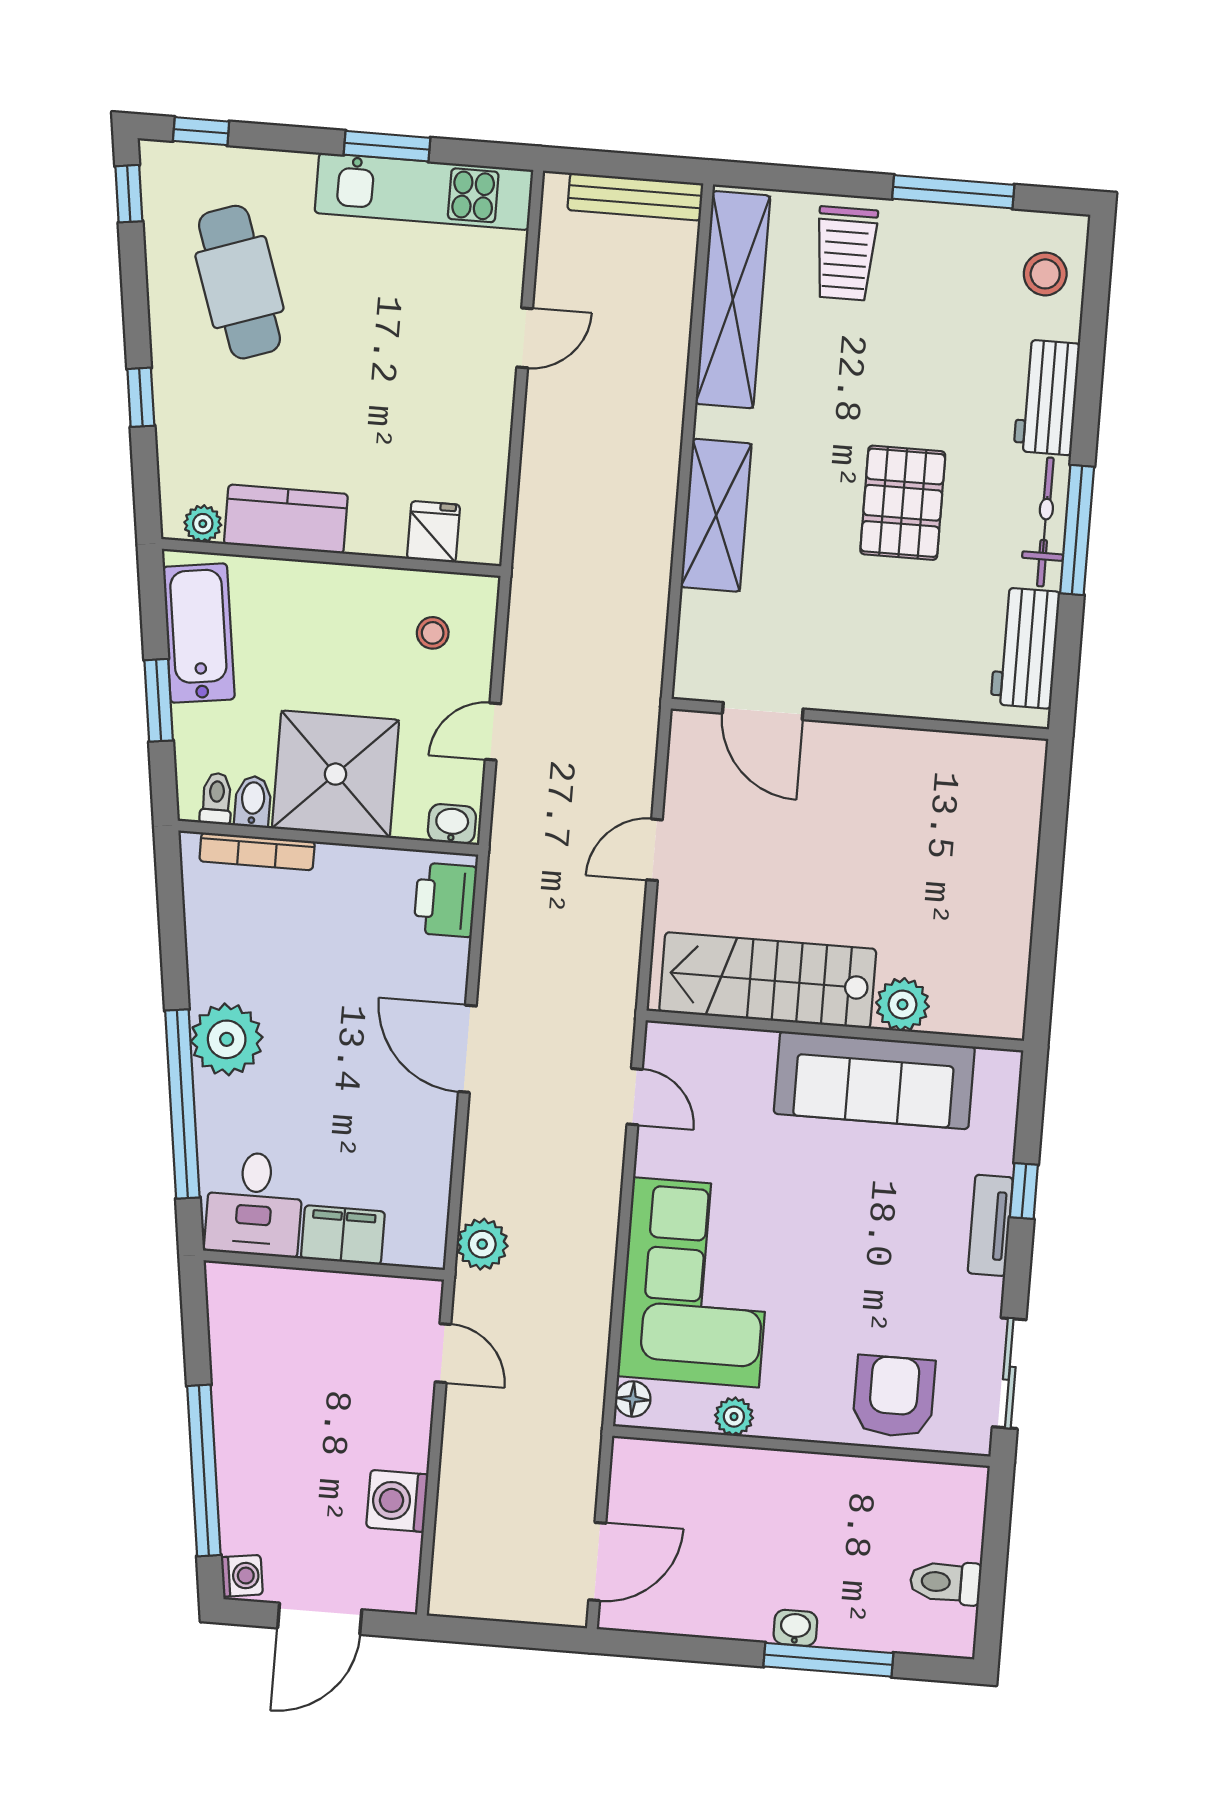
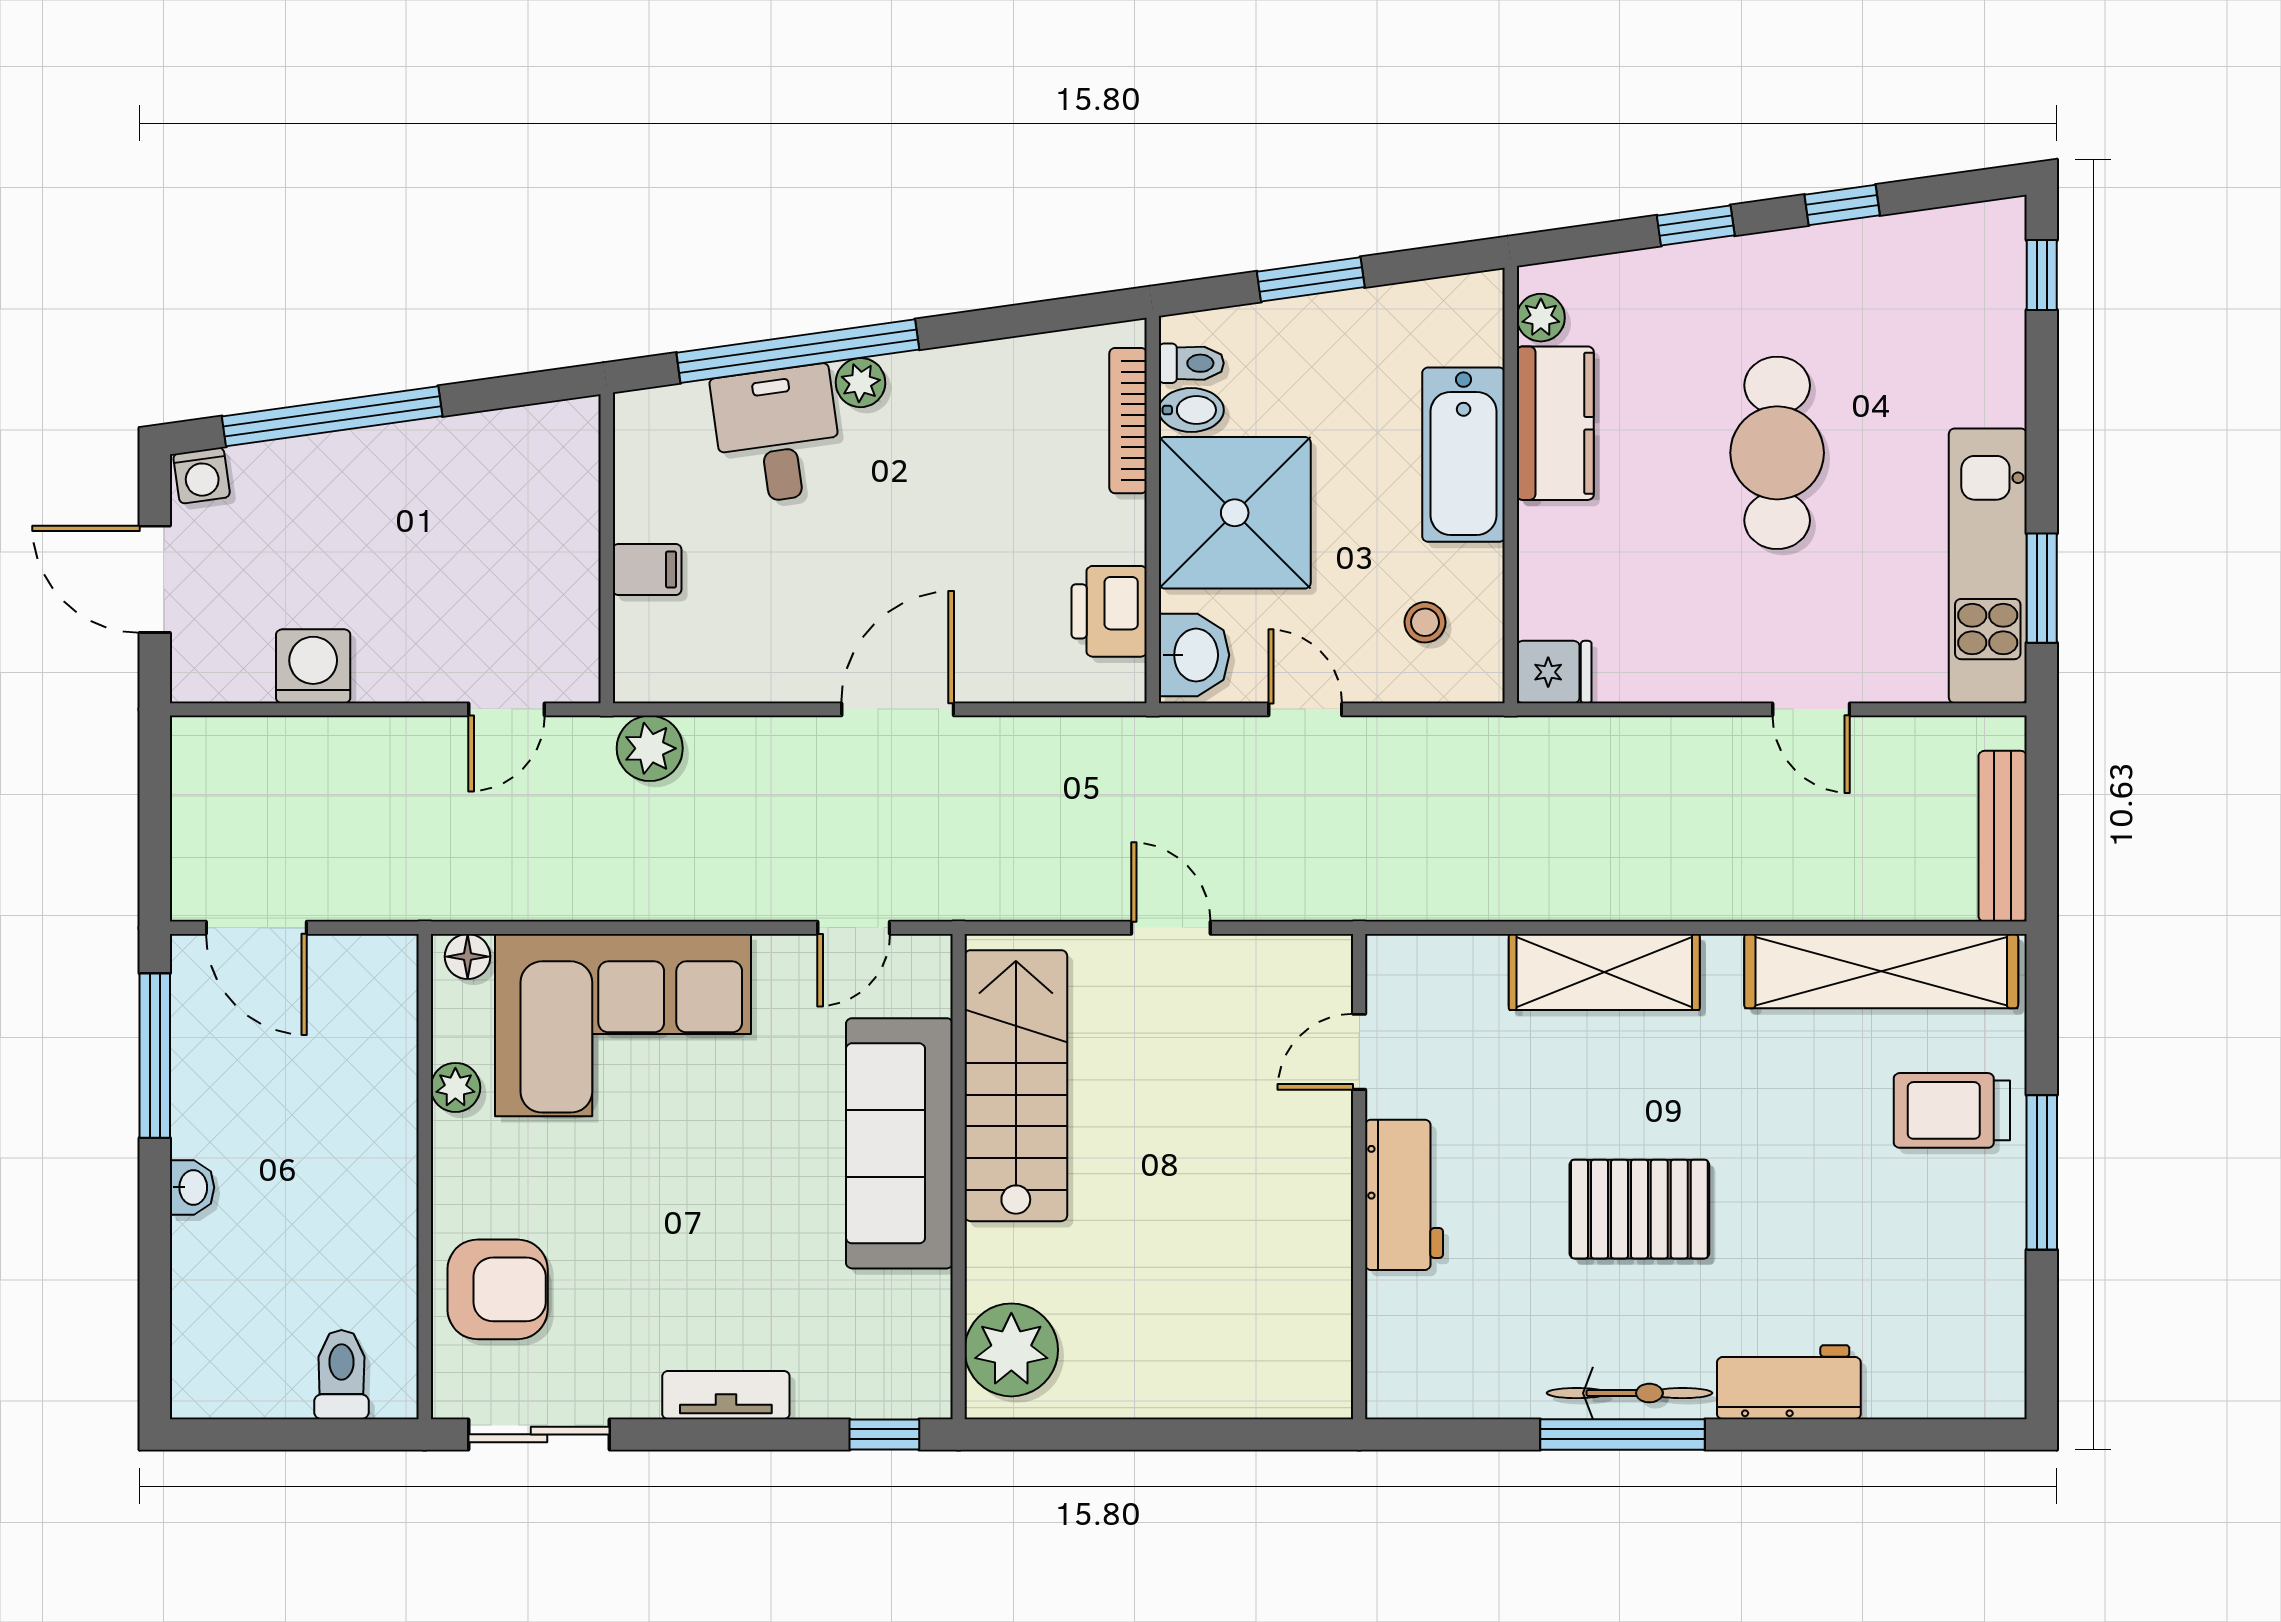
window: (387, 146) -> (2042, 588), moved
window: (953, 192) -> (2042, 1172), moved
window: (129, 194) -> (1842, 205), moved
stool: (1045, 274) -> (1946, 1367), removed
cafe table: (239, 282) -> (1777, 453), moved, turned -71
fridge: (433, 532) -> (1554, 672), moved
bathtub: (199, 633) -> (1464, 455), moved, turned 98
workbench: (1025, 648) -> (1404, 1195), moved, turned 90
door: (763, 711) -> (1359, 1052), width x0.73
washbasin: (452, 824) -> (1194, 655), width x1.38, depth x1.45
printer: (445, 900) -> (1109, 611), moved, turned -90
plant: (902, 1004) -> (1011, 1350), moved, width x1.36, depth x1.36
plant: (227, 1039) -> (861, 383), width x0.53, depth x0.53
sofa: (874, 1080) -> (899, 1143), moved
window: (1024, 1191) -> (884, 1434), moved
desk: (254, 1204) -> (777, 435), moved, turned 82
filing cabinet: (343, 1235) -> (647, 569), width x0.50
toilet: (945, 1582) -> (341, 1375), moved
window: (828, 1660) -> (155, 1056), moved

